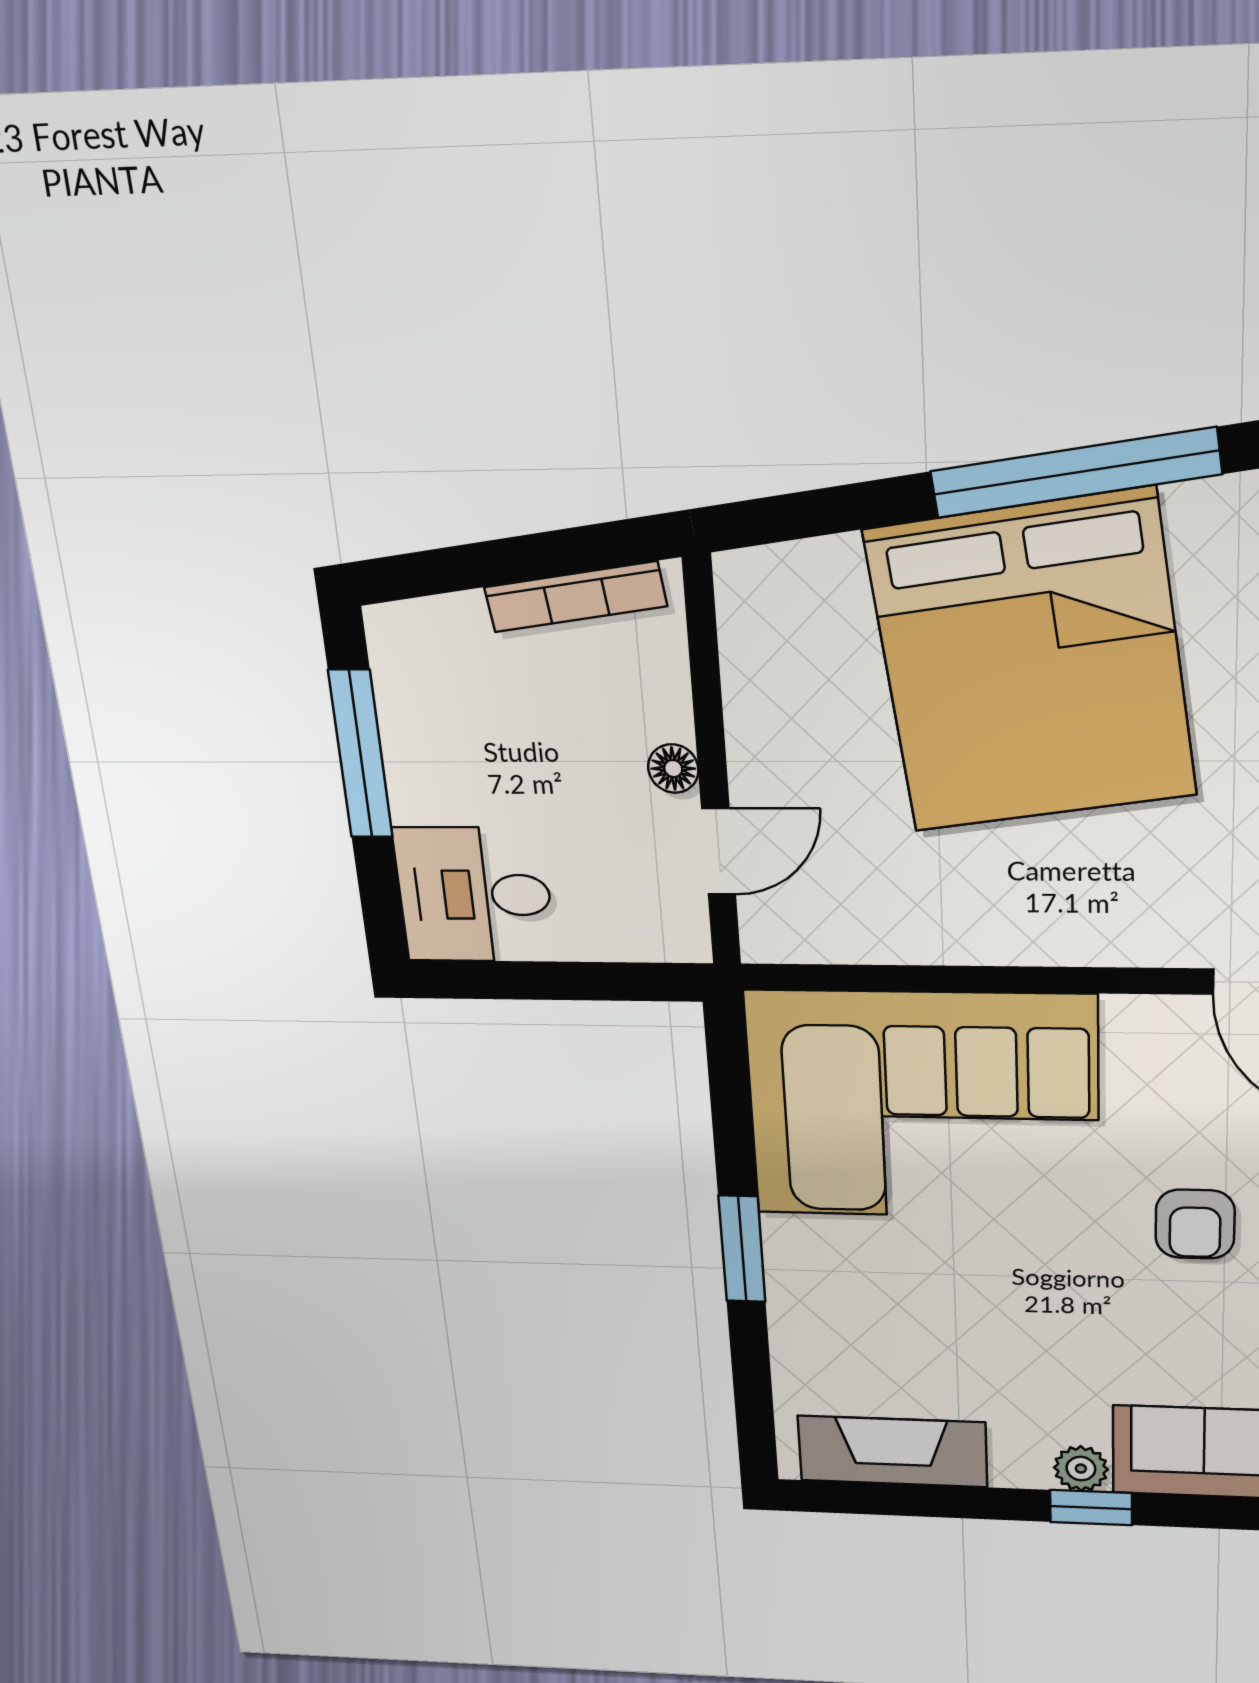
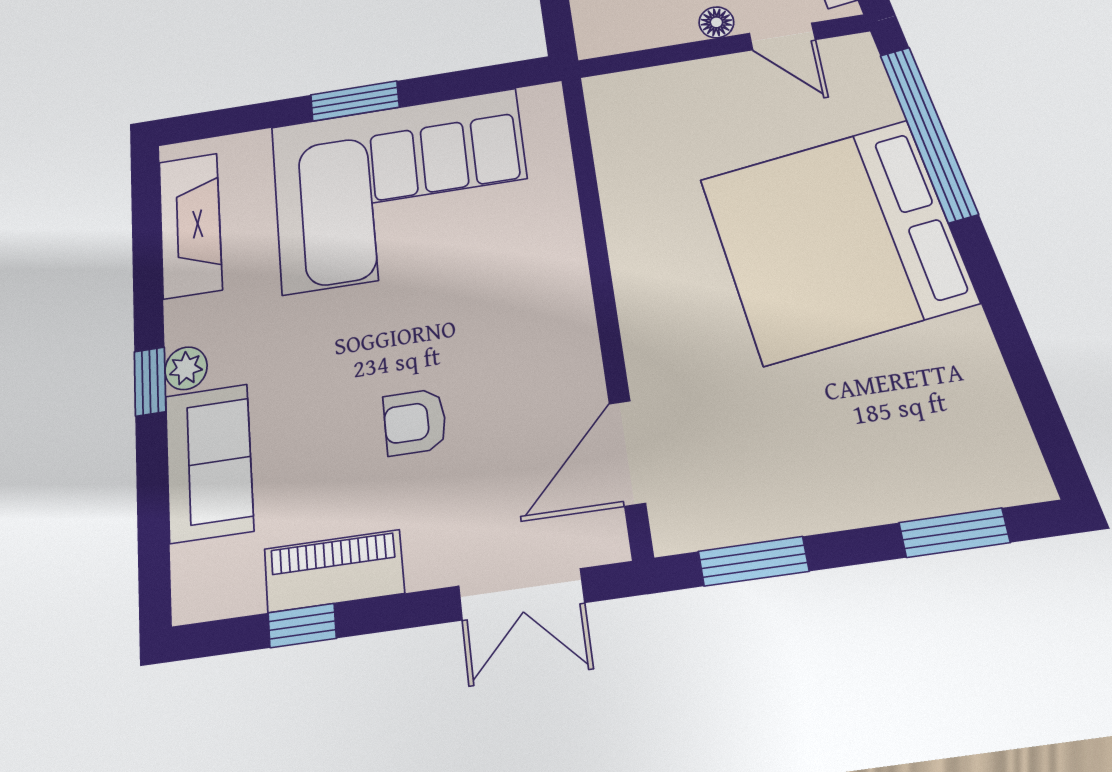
window: (1075, 473) -> (928, 133), moved
door: (719, 851) -> (782, 36), moved
corner sofa: (923, 1106) -> (401, 190), moved, turned -90

